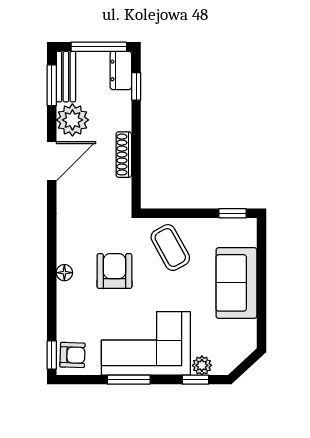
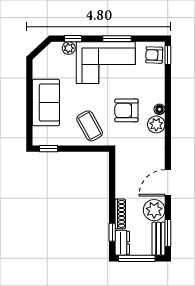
shoe rack: (124, 155) -> (120, 214), moved
plant: (69, 250) -> (156, 124), added
armchair: (114, 271) -> (126, 110), turned 90

